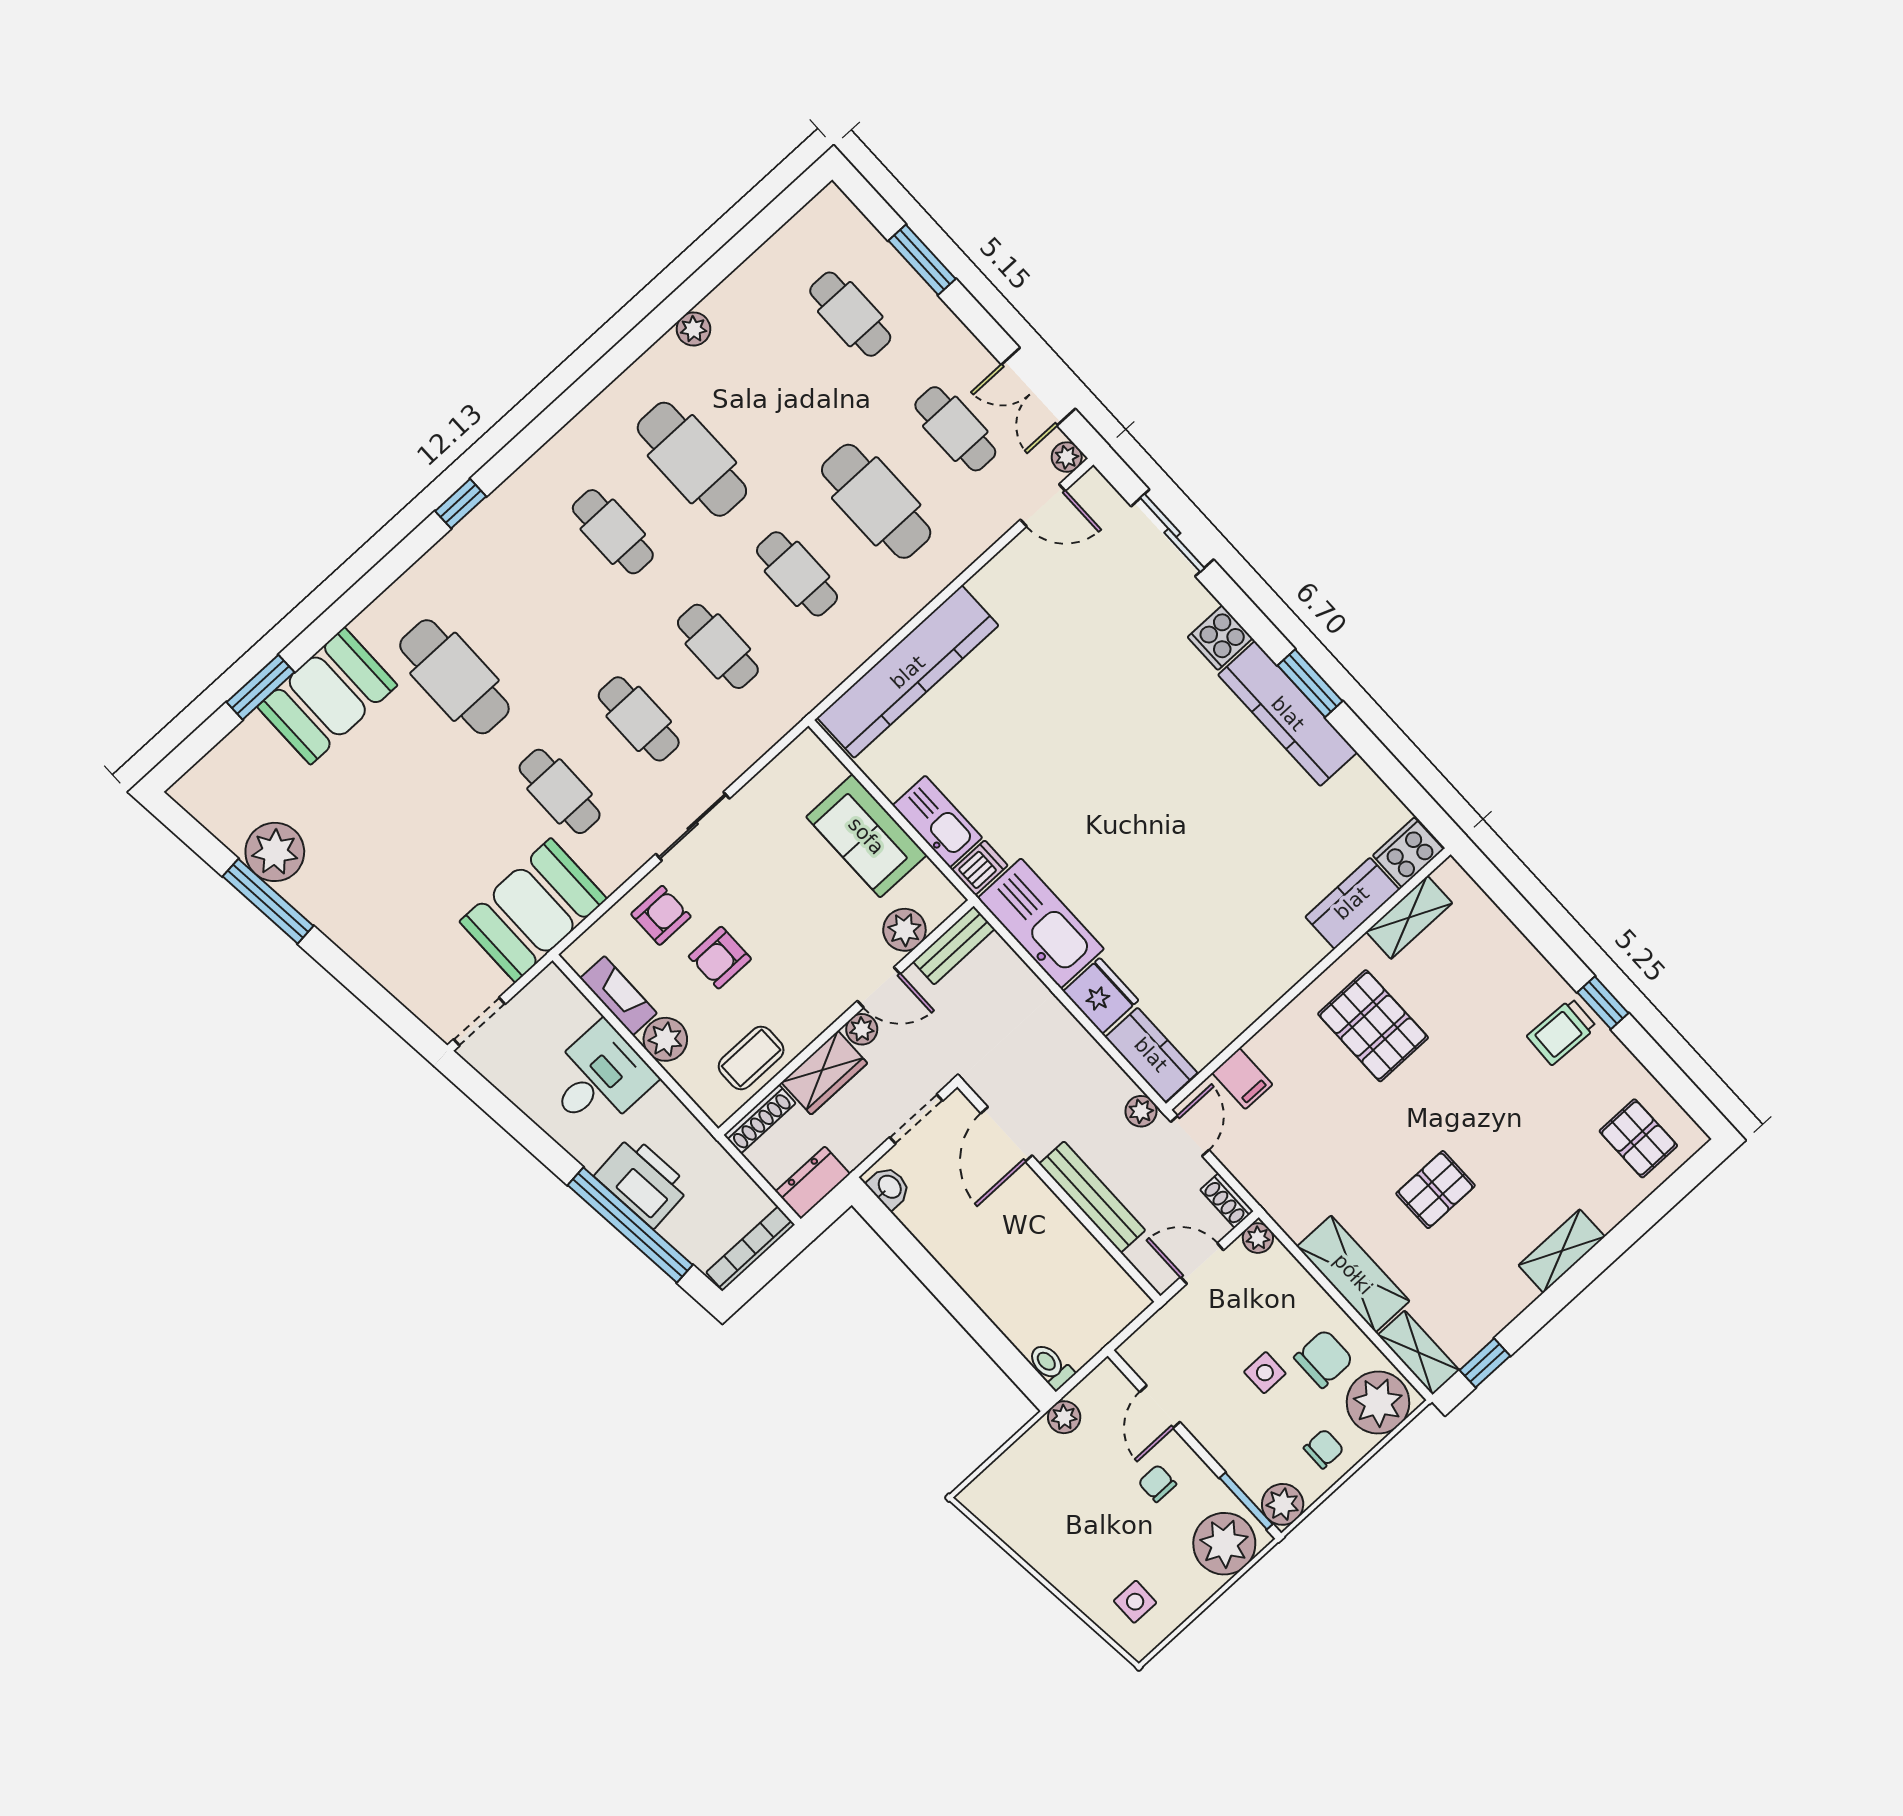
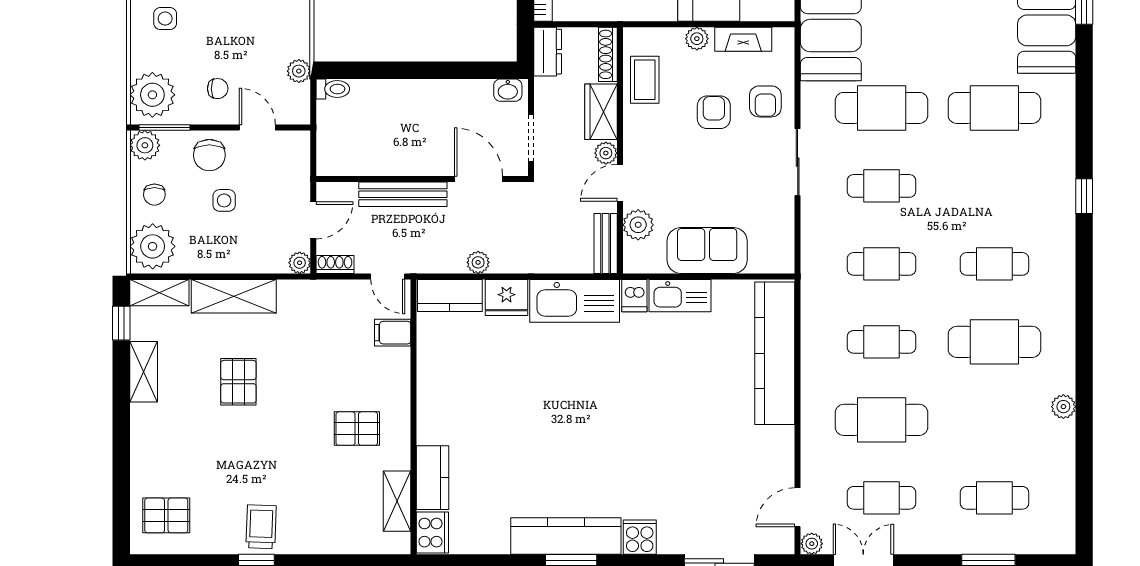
cafe table: (560, 791) -> (882, 108), width x1.37, depth x1.35
pallet: (1373, 1026) -> (357, 429), width x0.67, depth x0.71
plant: (665, 1039) -> (697, 39), width x0.73, depth x0.73
plant: (1141, 1111) -> (478, 262), moved
shelving: (1562, 1251) -> (144, 372), moved
chair: (1324, 1359) -> (209, 155), moved

